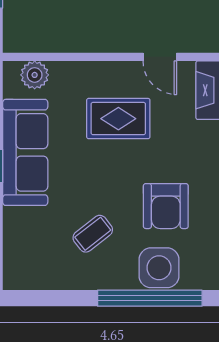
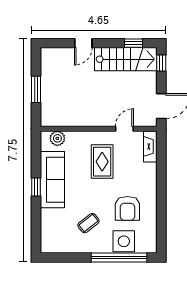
door: (160, 57) -> (124, 129), swing flipped
rug: (118, 119) -> (102, 162), turned 90

